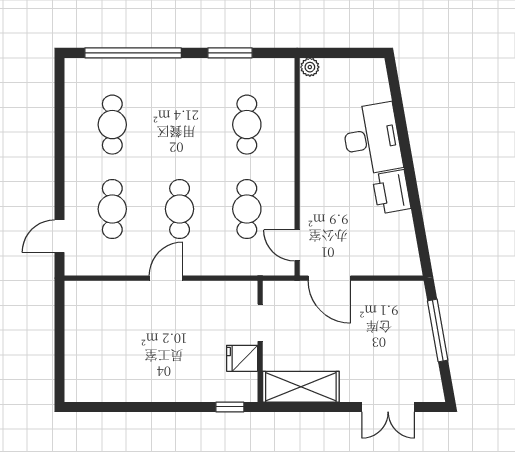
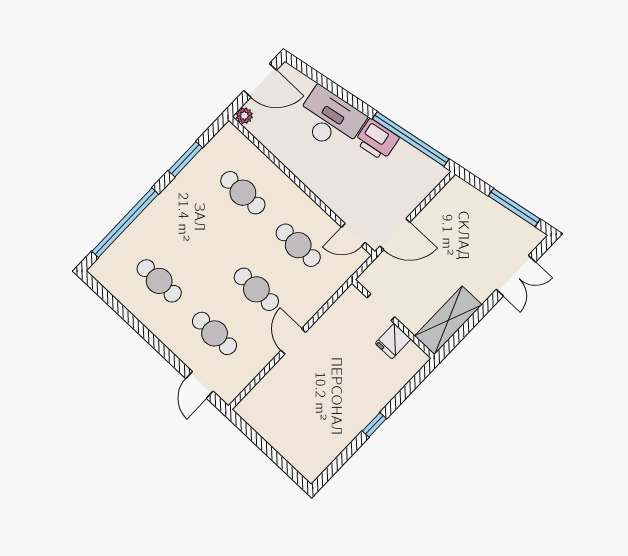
door: (350, 53) -> (260, 80), added
window: (418, 218) -> (411, 139), added
window: (438, 330) -> (514, 207), moved
window: (230, 407) -> (374, 425), moved

